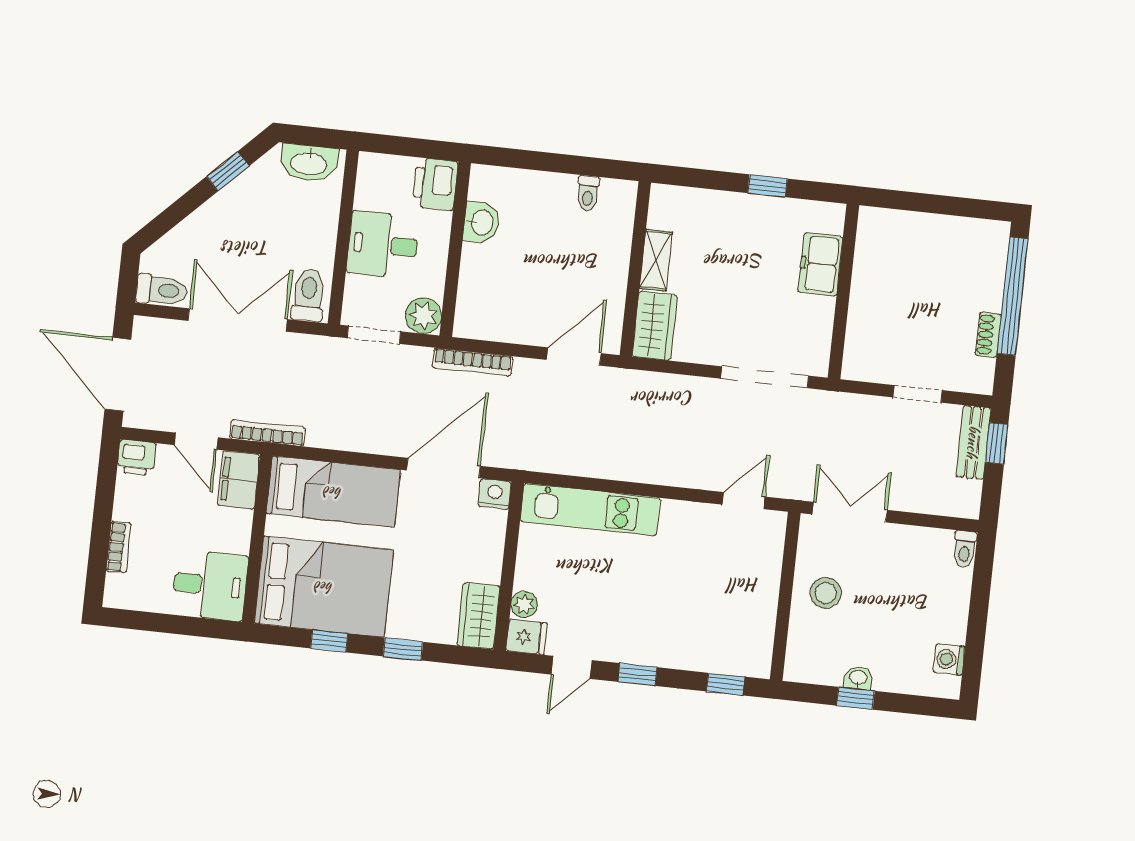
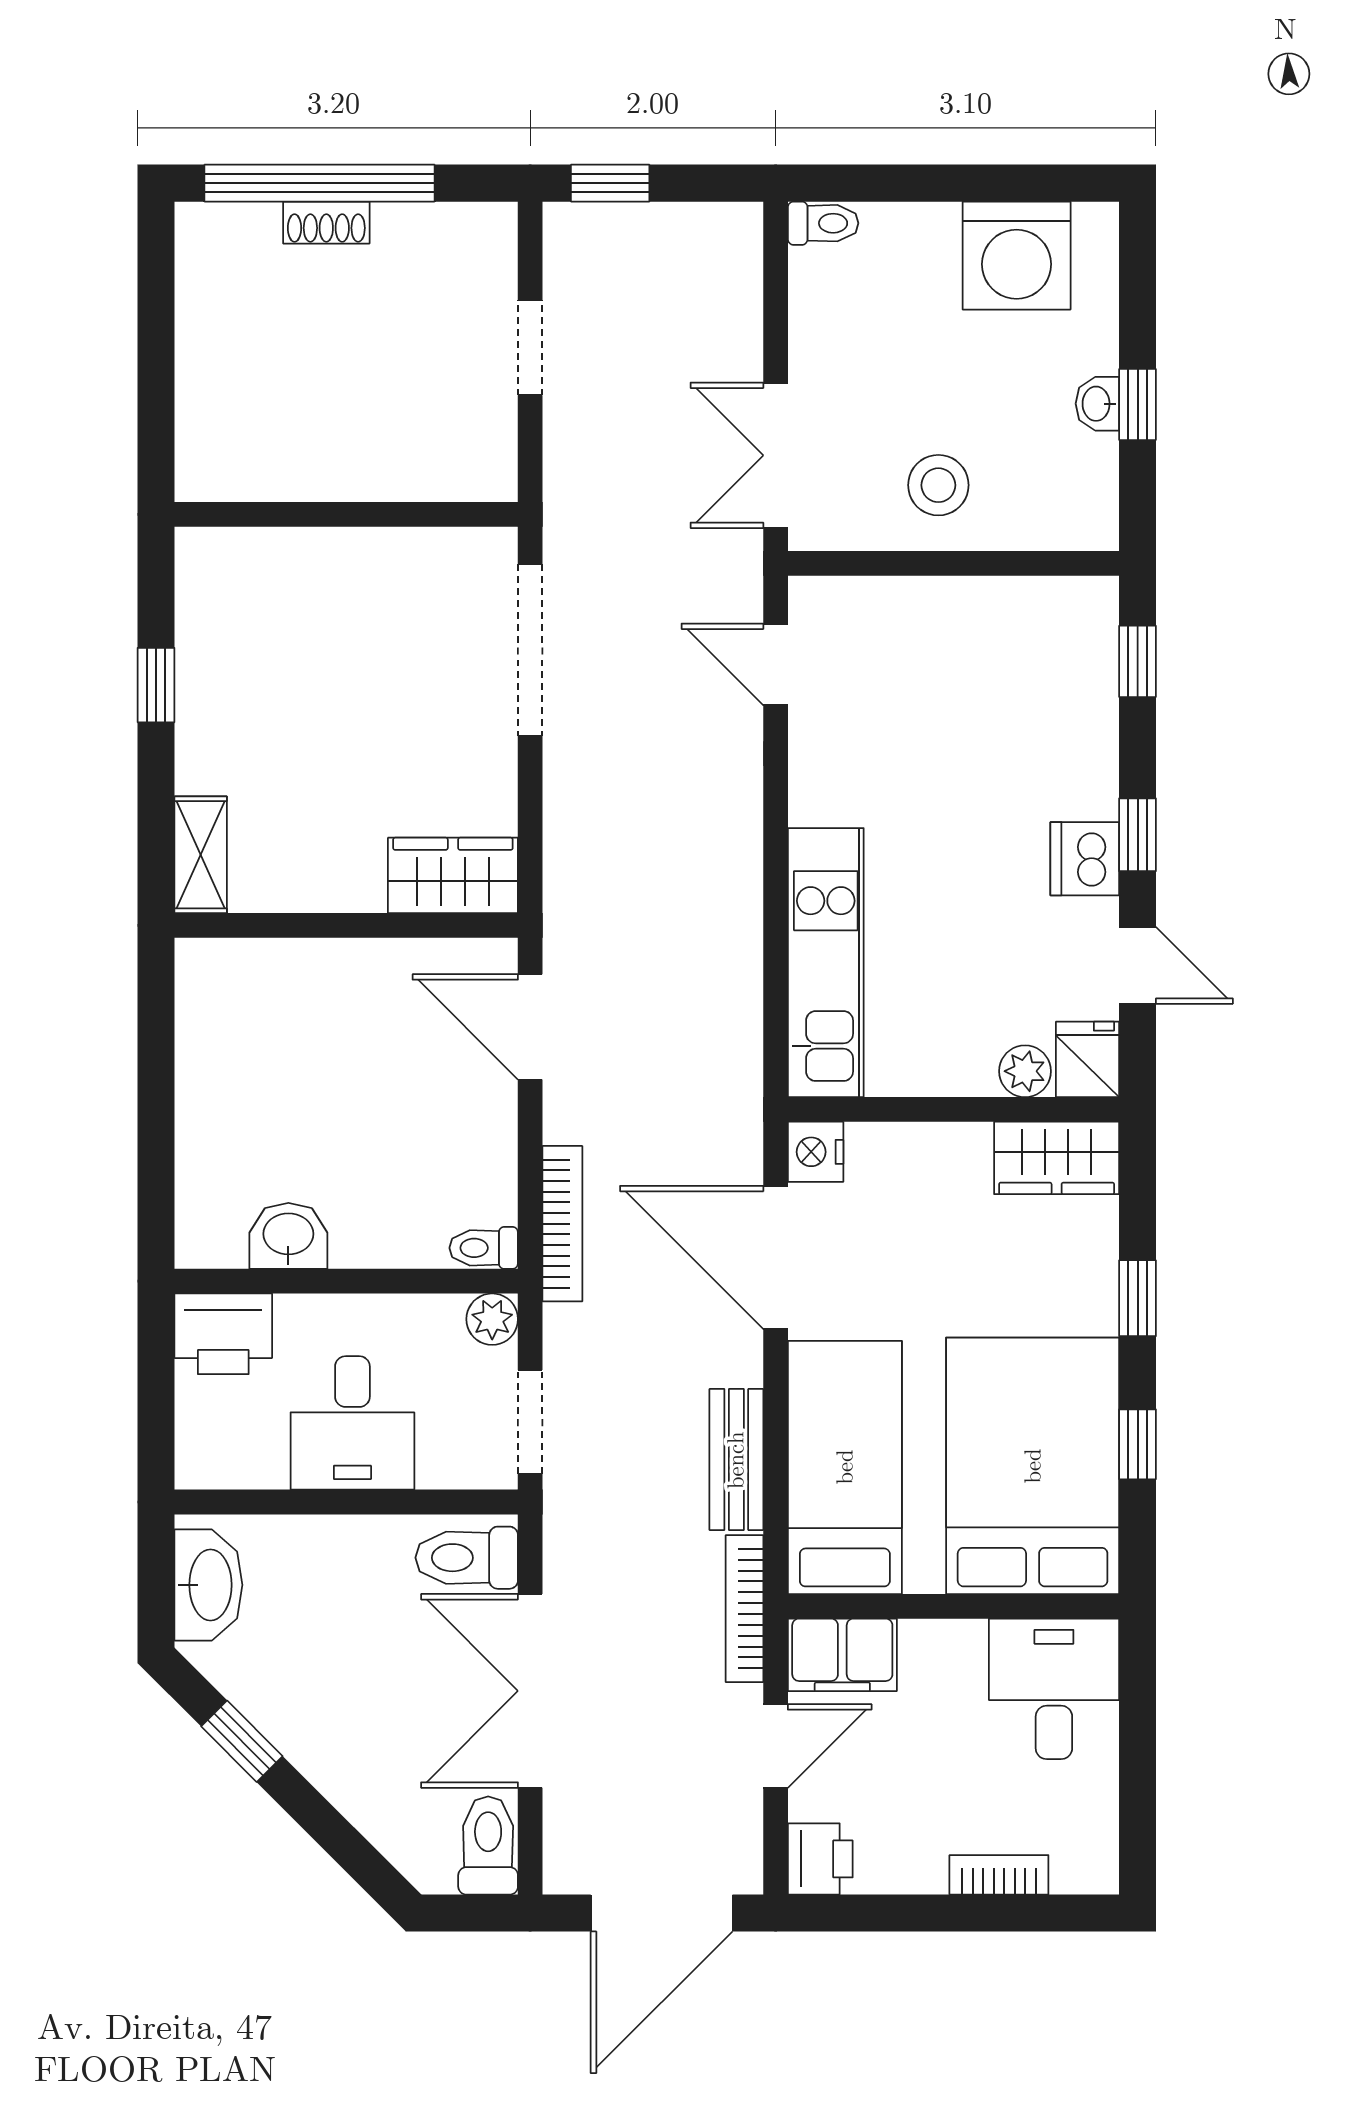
toilet: (588, 193) -> (484, 1248), moved, turned 180
shelving: (656, 260) -> (201, 855), moved, turned 90
freezer: (820, 264) -> (298, 565), removed
plant: (424, 316) -> (492, 1319), width x0.73, depth x0.73
shoe rack: (988, 335) -> (326, 223), moved
bench: (973, 442) -> (736, 1460), moved, turned 90
dishwasher: (628, 647) -> (1085, 859), added
washing machine: (949, 659) -> (1017, 256), width x1.89, depth x1.89

